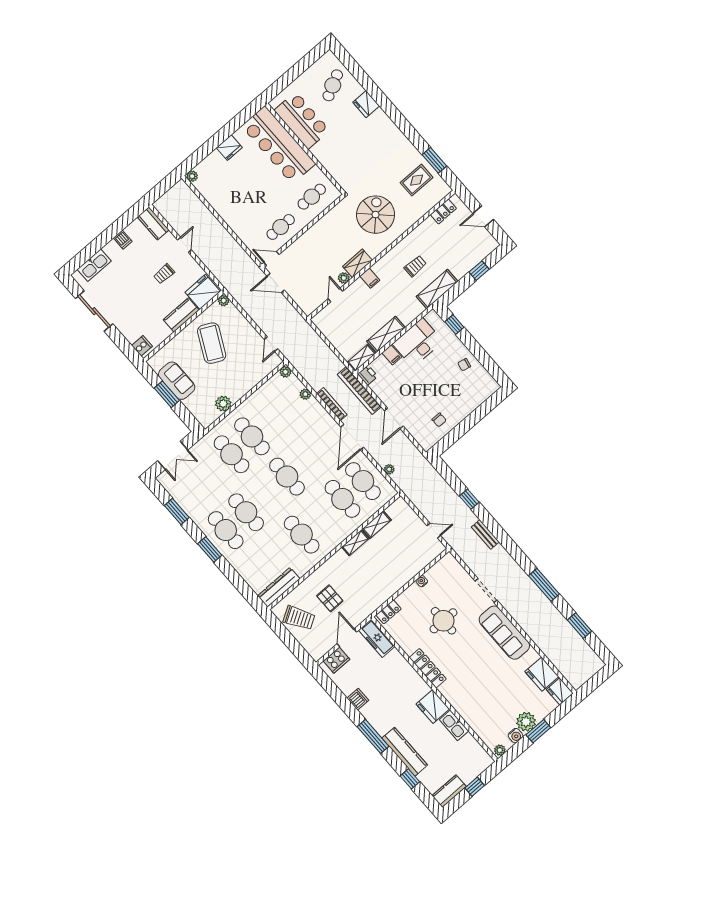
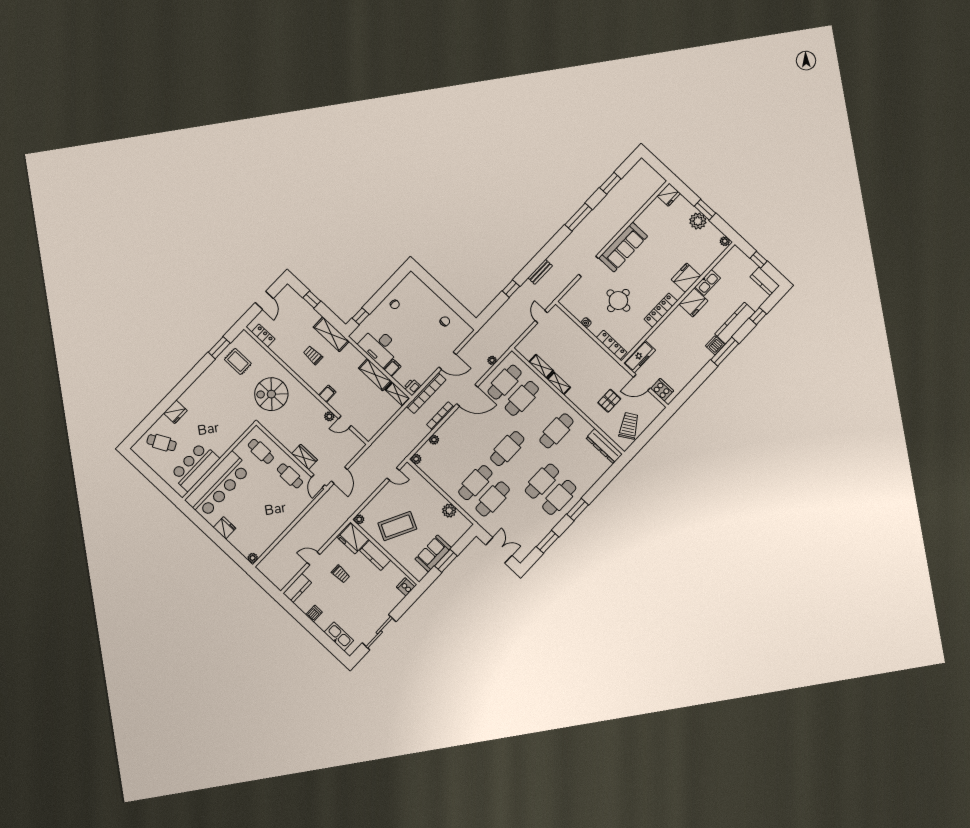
wardrobe: (358, 263) -> (304, 457), moved, turned 180
locker: (389, 612) -> (612, 345), width x1.53
fridge: (542, 674) -> (686, 278), moved, turned 180
dishwasher: (358, 699) -> (715, 345), moved
water cooler: (516, 736) -> (711, 229), removed

